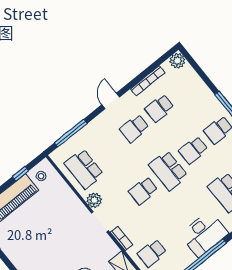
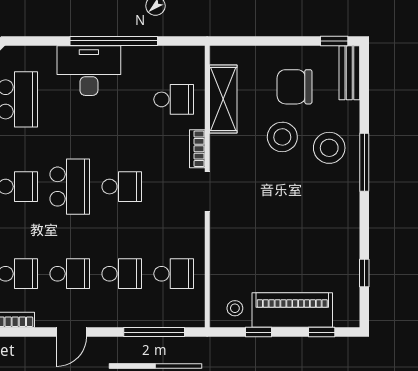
school desk: (109, 149) -> (122, 274), added
school desk: (84, 169) -> (174, 274), width x0.54
plant: (94, 200) -> (193, 224), removed

